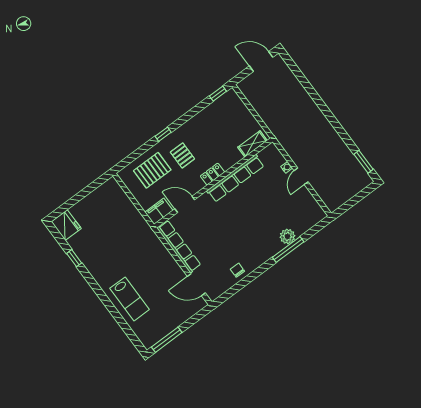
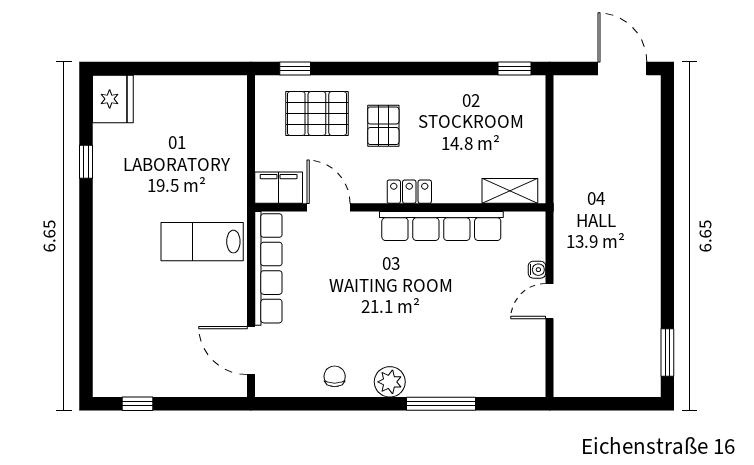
window: (163, 134) -> (295, 69), moved
plant: (287, 236) -> (390, 382), moved
lab bench: (130, 299) -> (202, 242), moved, turned 90
window: (167, 340) -> (137, 404), width x0.46

